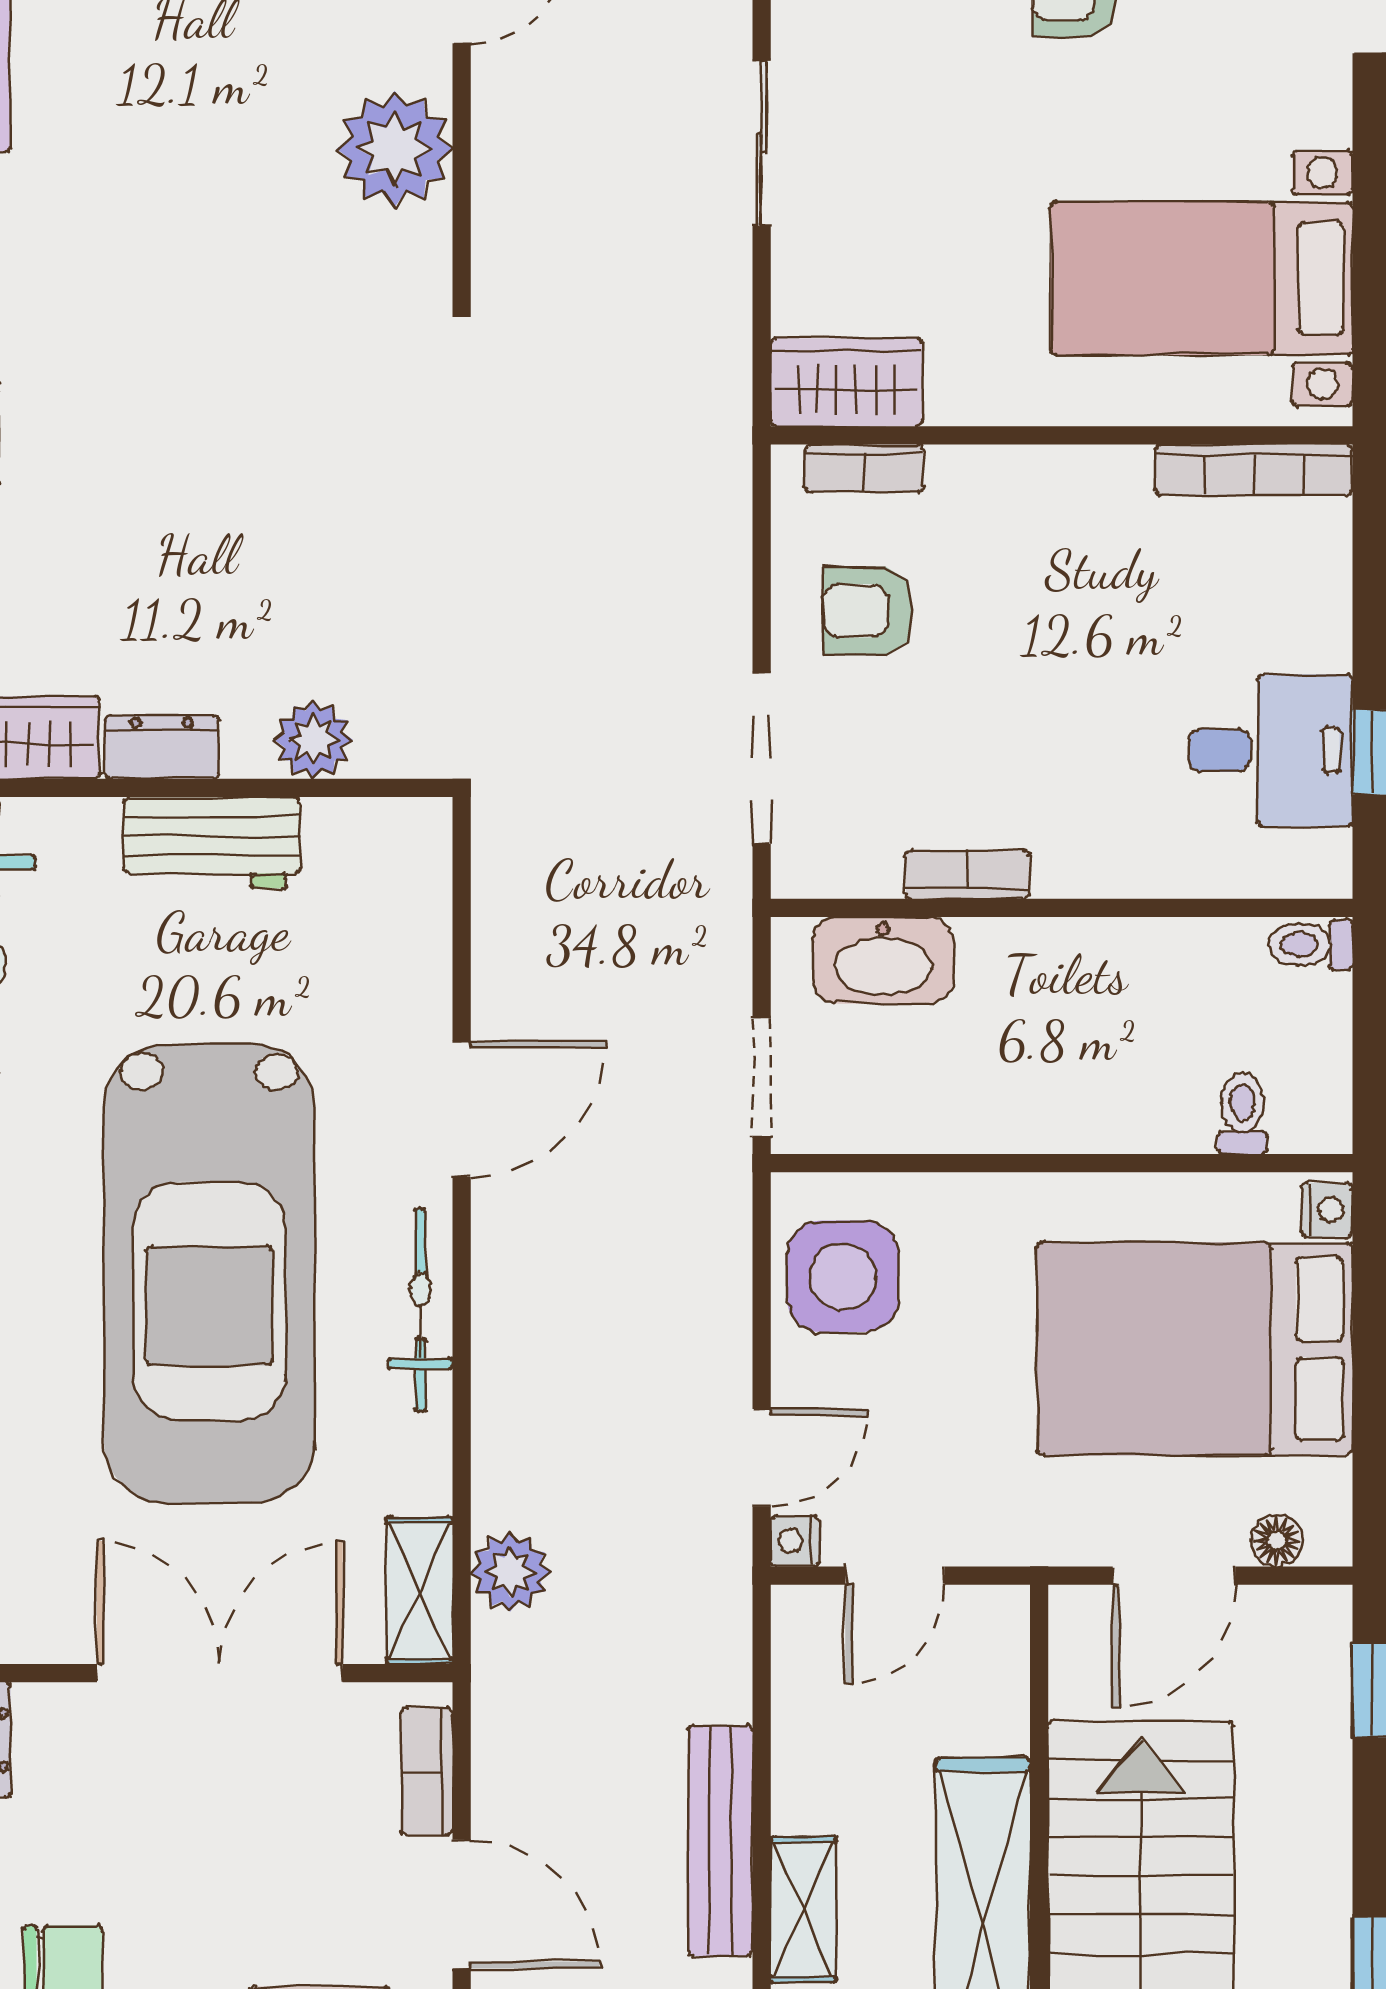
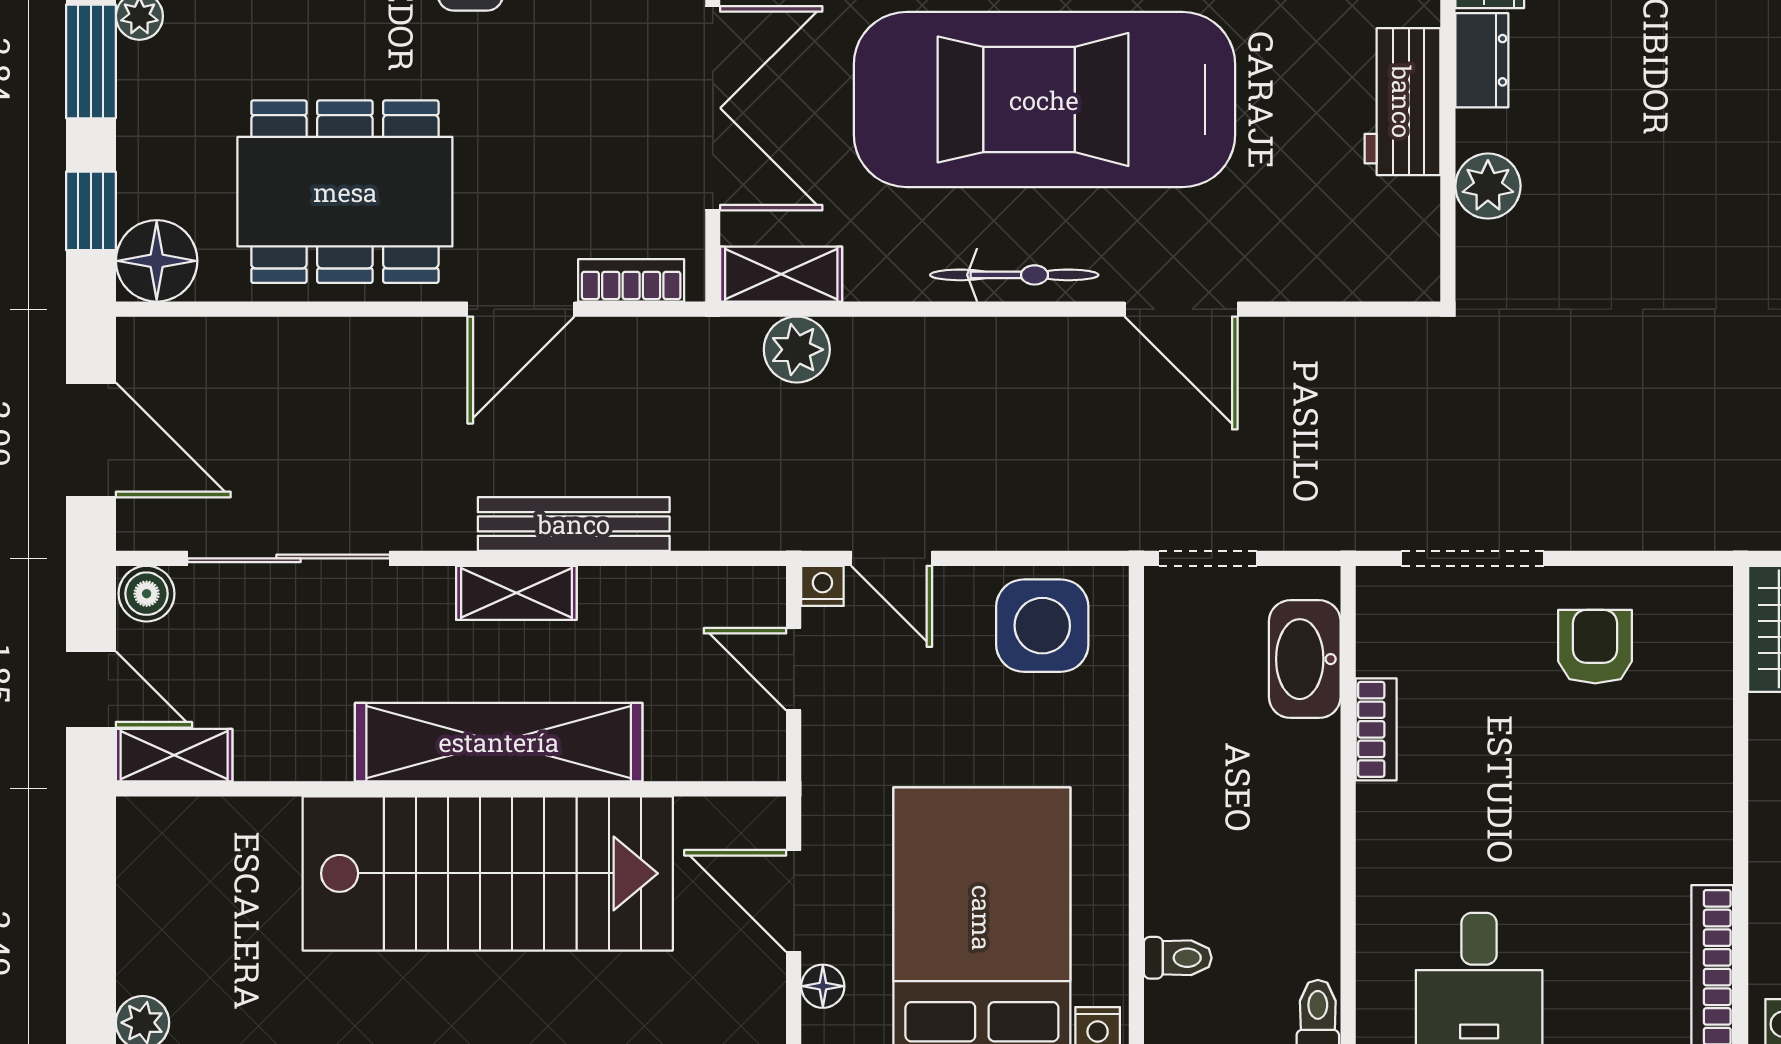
bookcase: (864, 468) -> (1714, 644), removed

